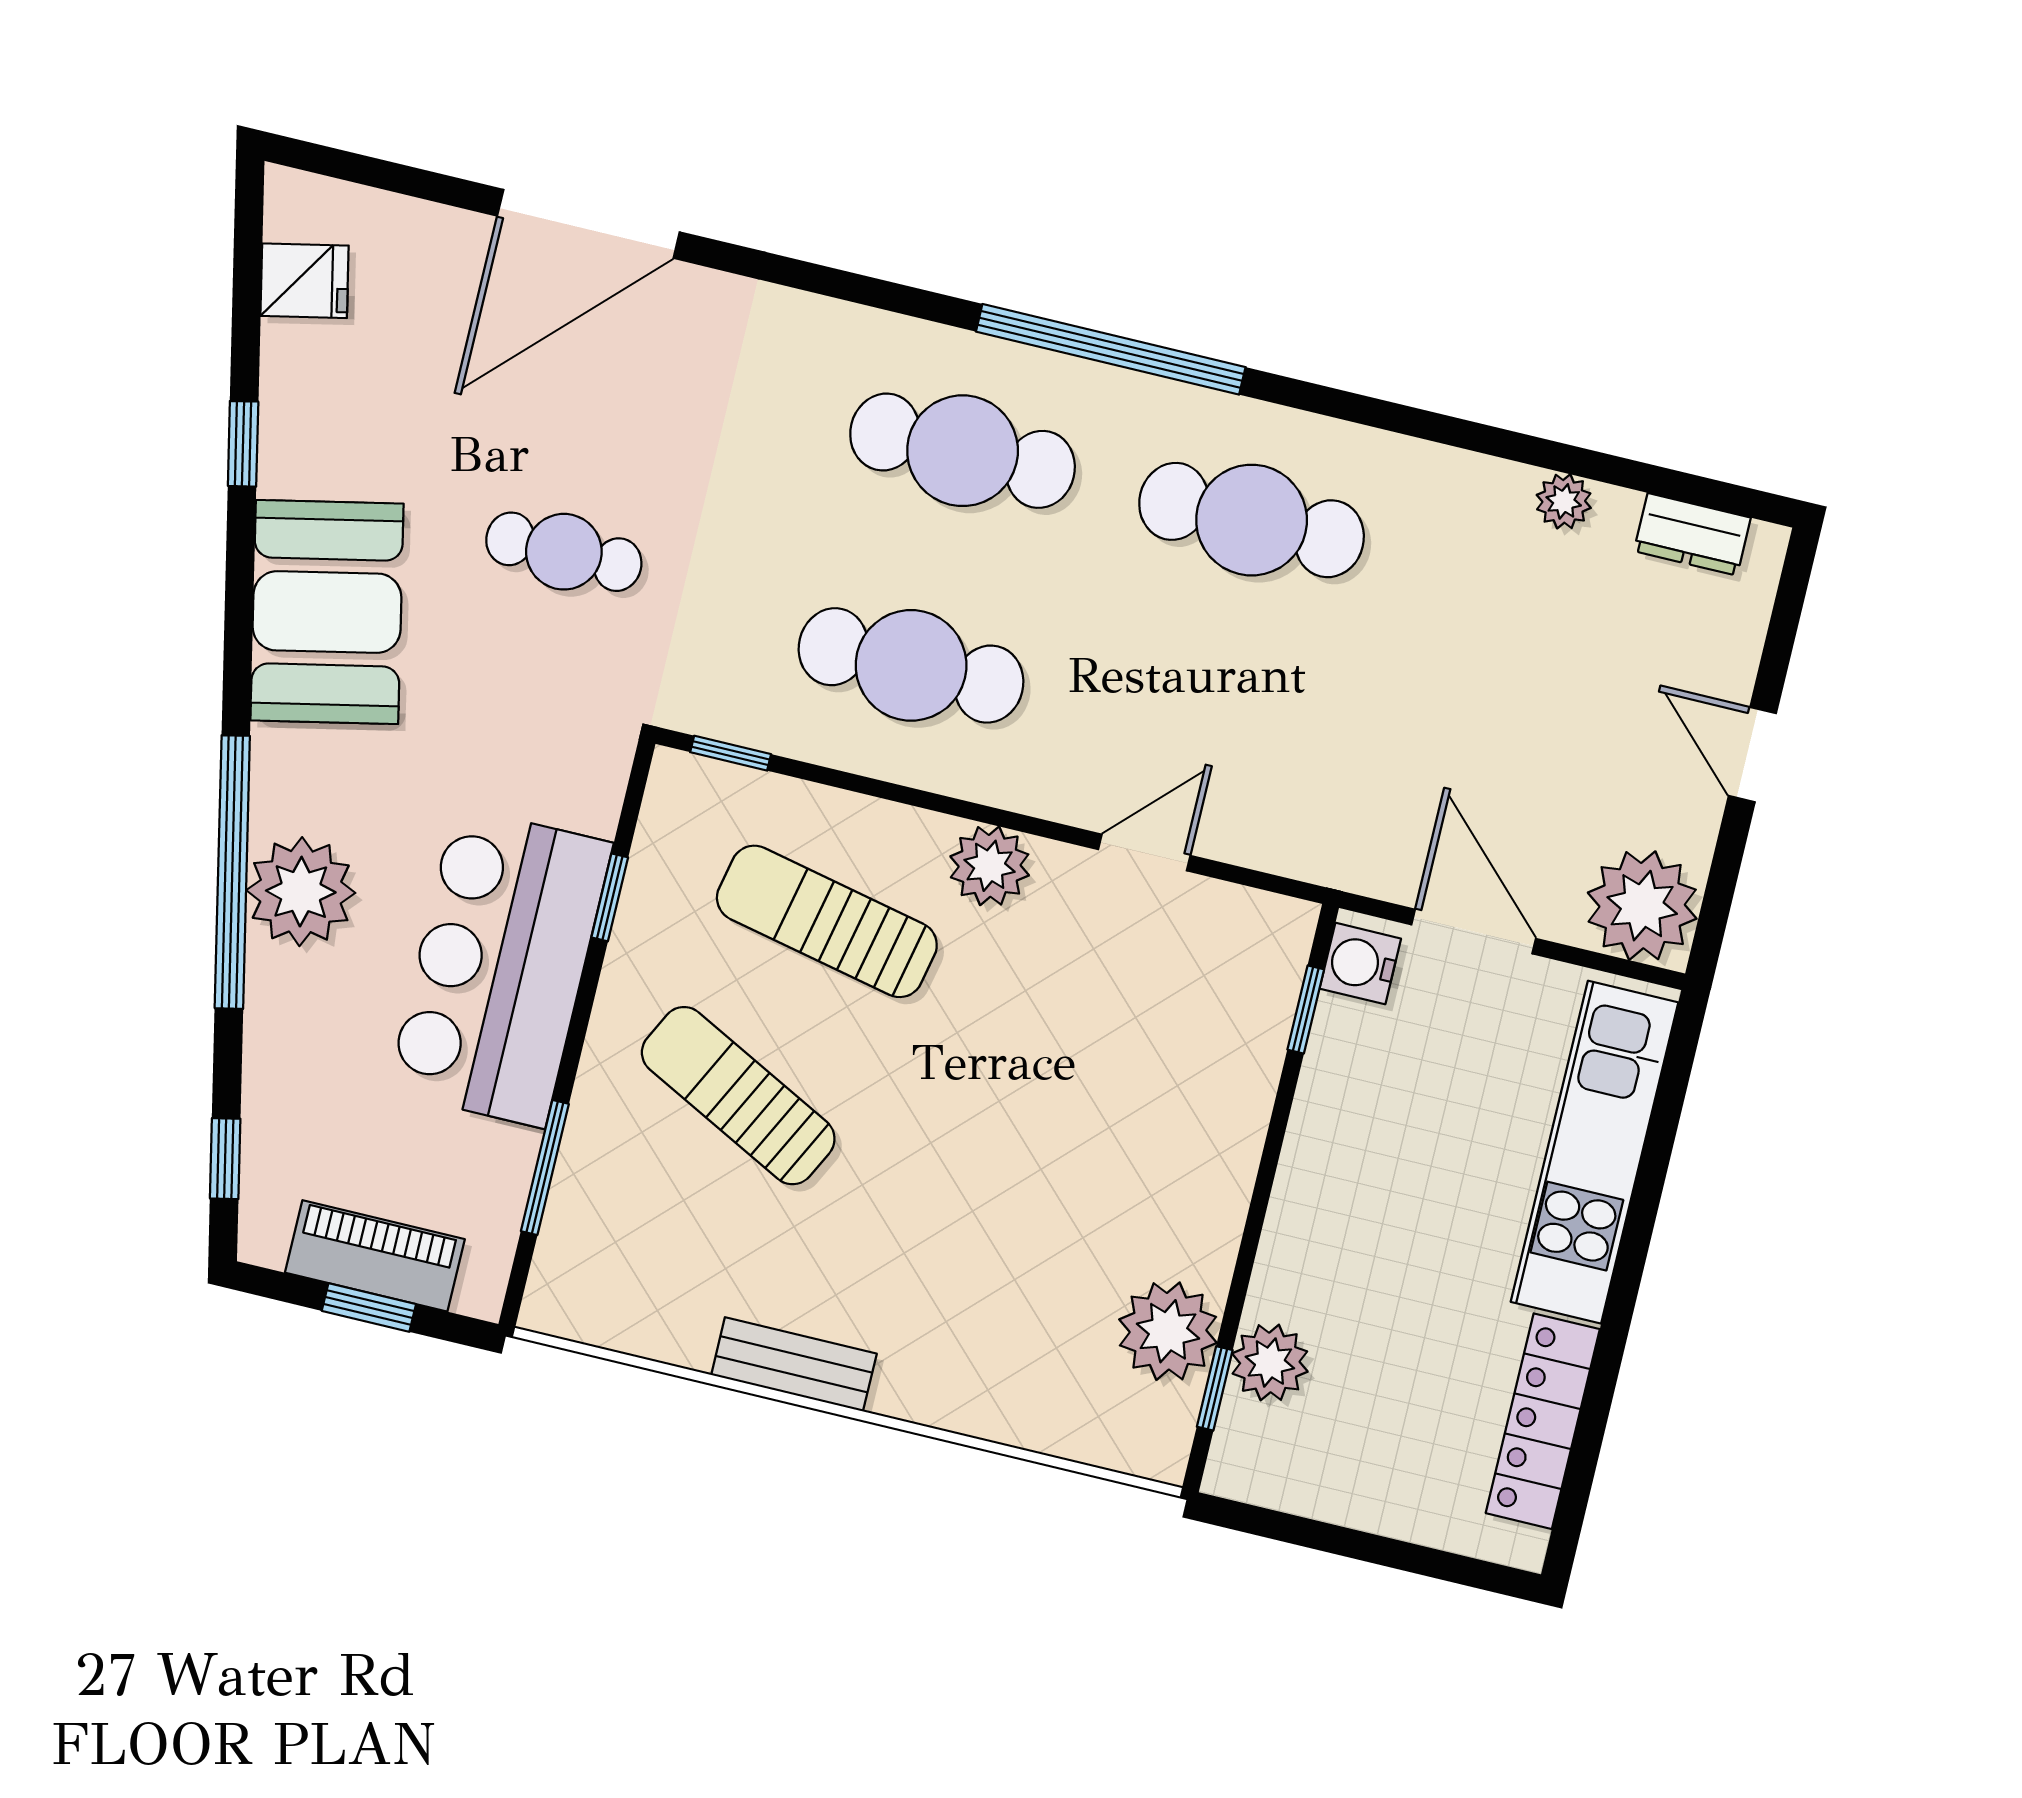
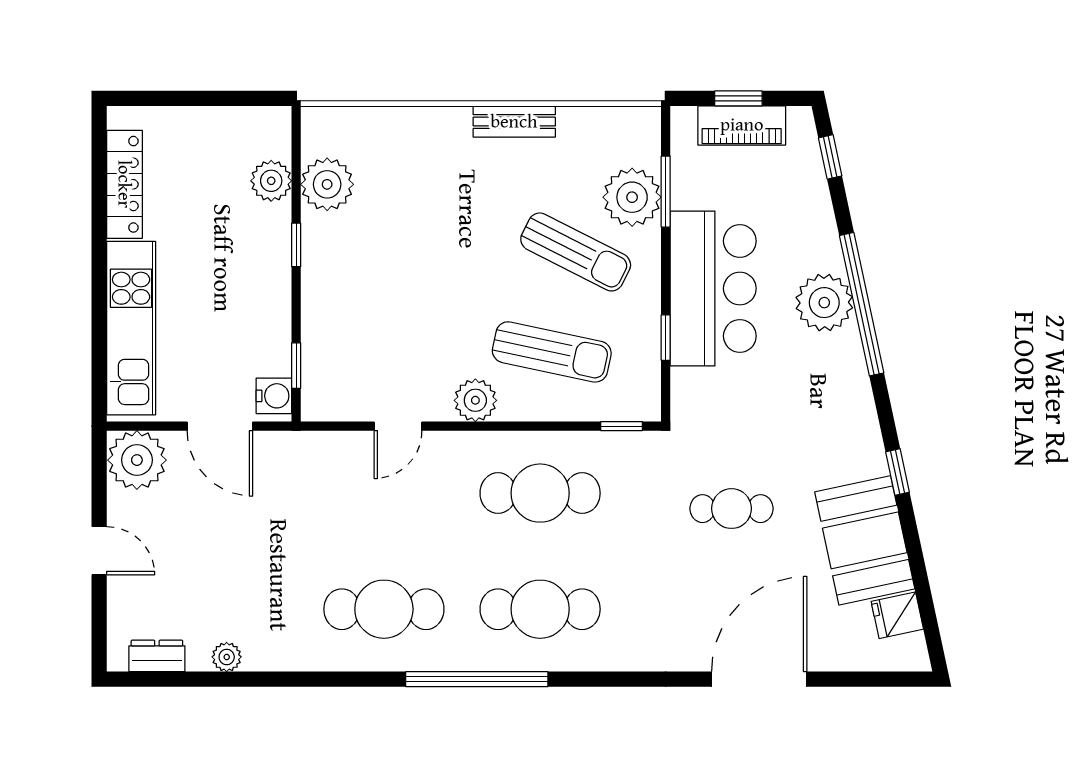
window: (243, 444) -> (898, 472), moved
booth: (327, 612) -> (865, 540), moved
plant: (610, 1172) -> (632, 197), added
window: (1215, 1388) -> (296, 245), moved

